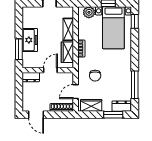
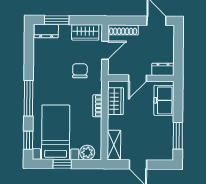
shelving: (68, 29) -> (114, 145), moved
freezer: (30, 40) -> (164, 100), moved
window: (19, 49) -> (178, 136), moved
window: (135, 85) -> (29, 98), moved

